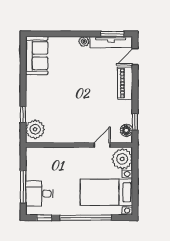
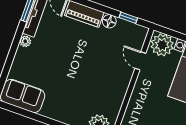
floor lamp: (126, 130) -> (109, 21), moved

